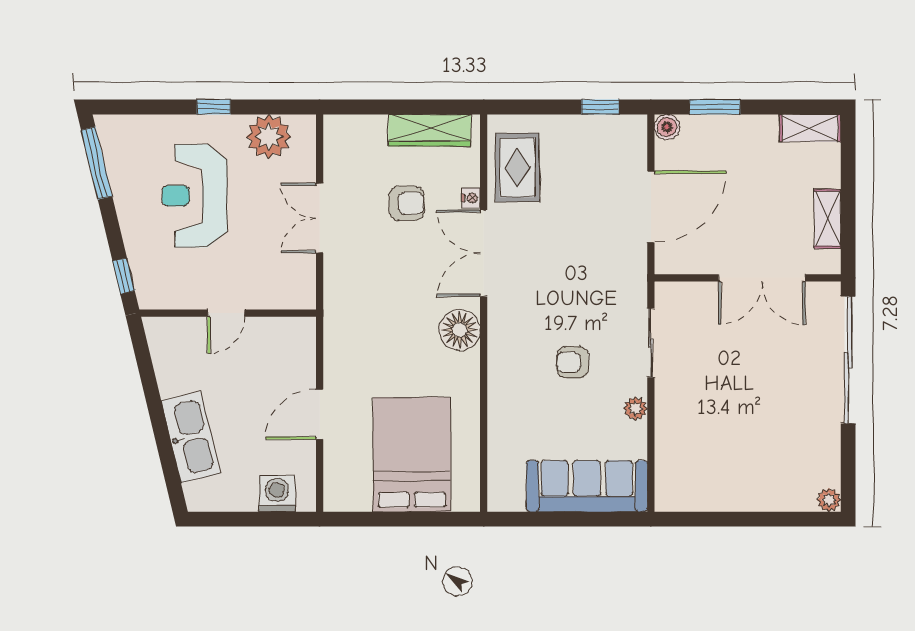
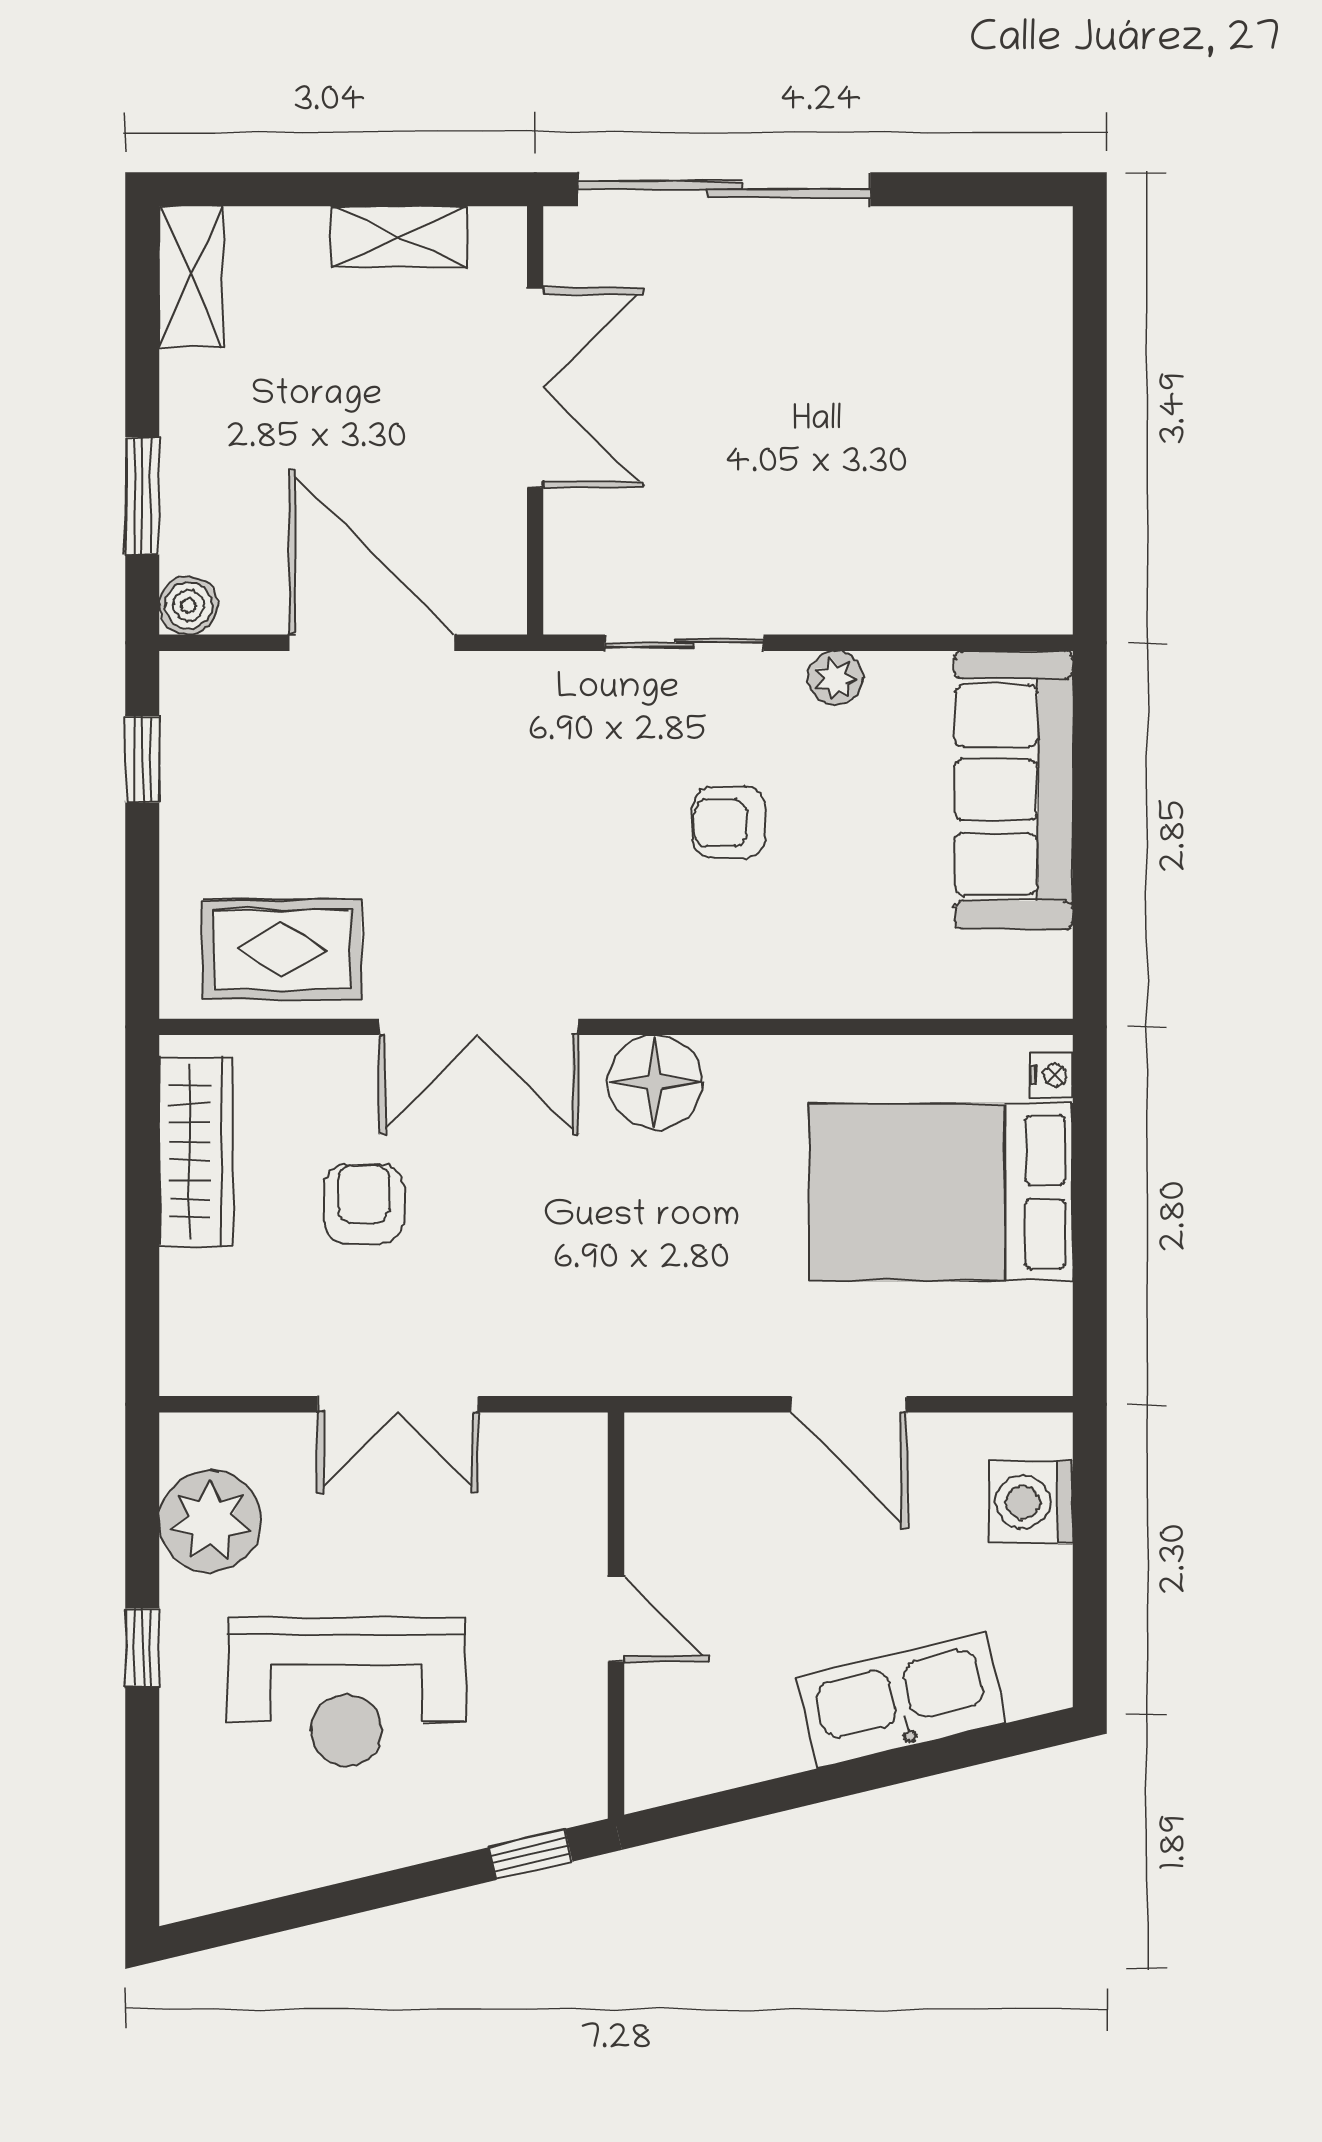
window: (97, 163) -> (271, 1917), removed
nightstand: (471, 198) -> (1051, 1075), moved, turned 90
armchair: (573, 362) -> (729, 823), turned 90
plant: (829, 500) -> (1045, 234), removed

